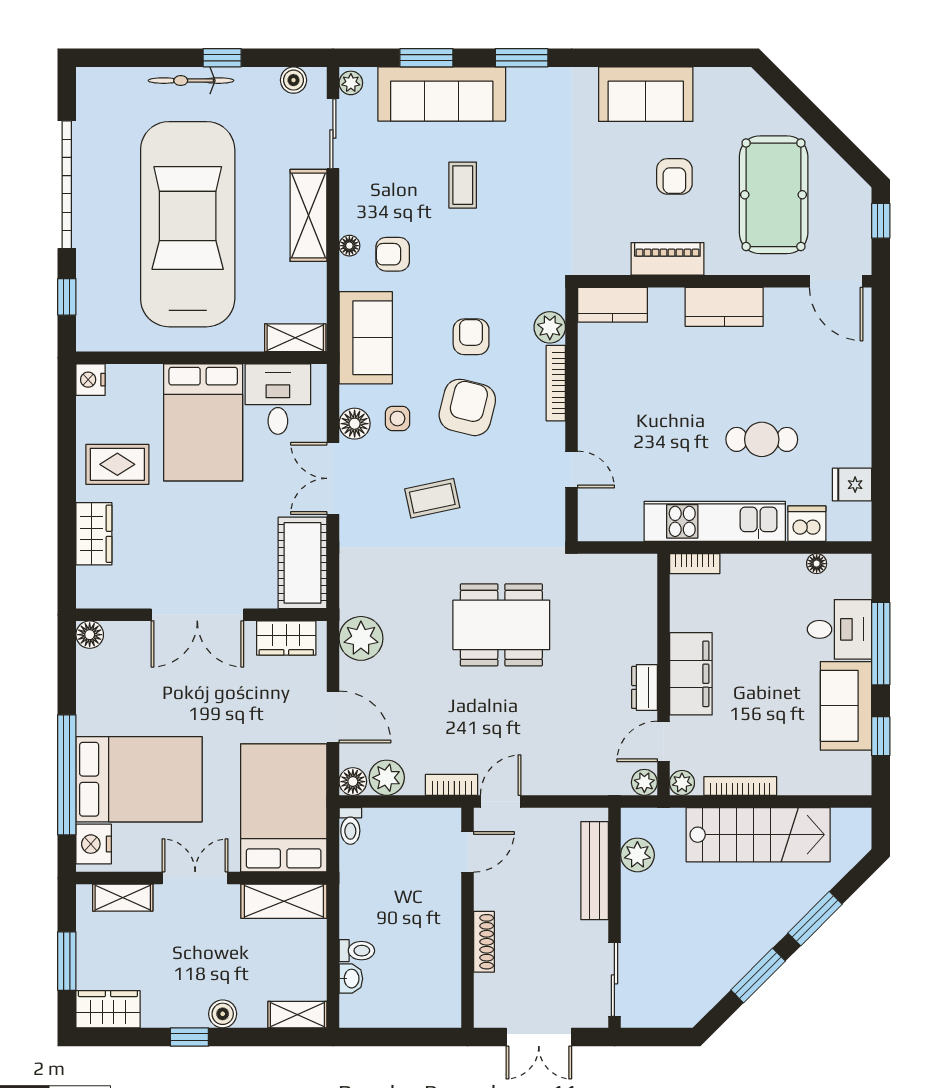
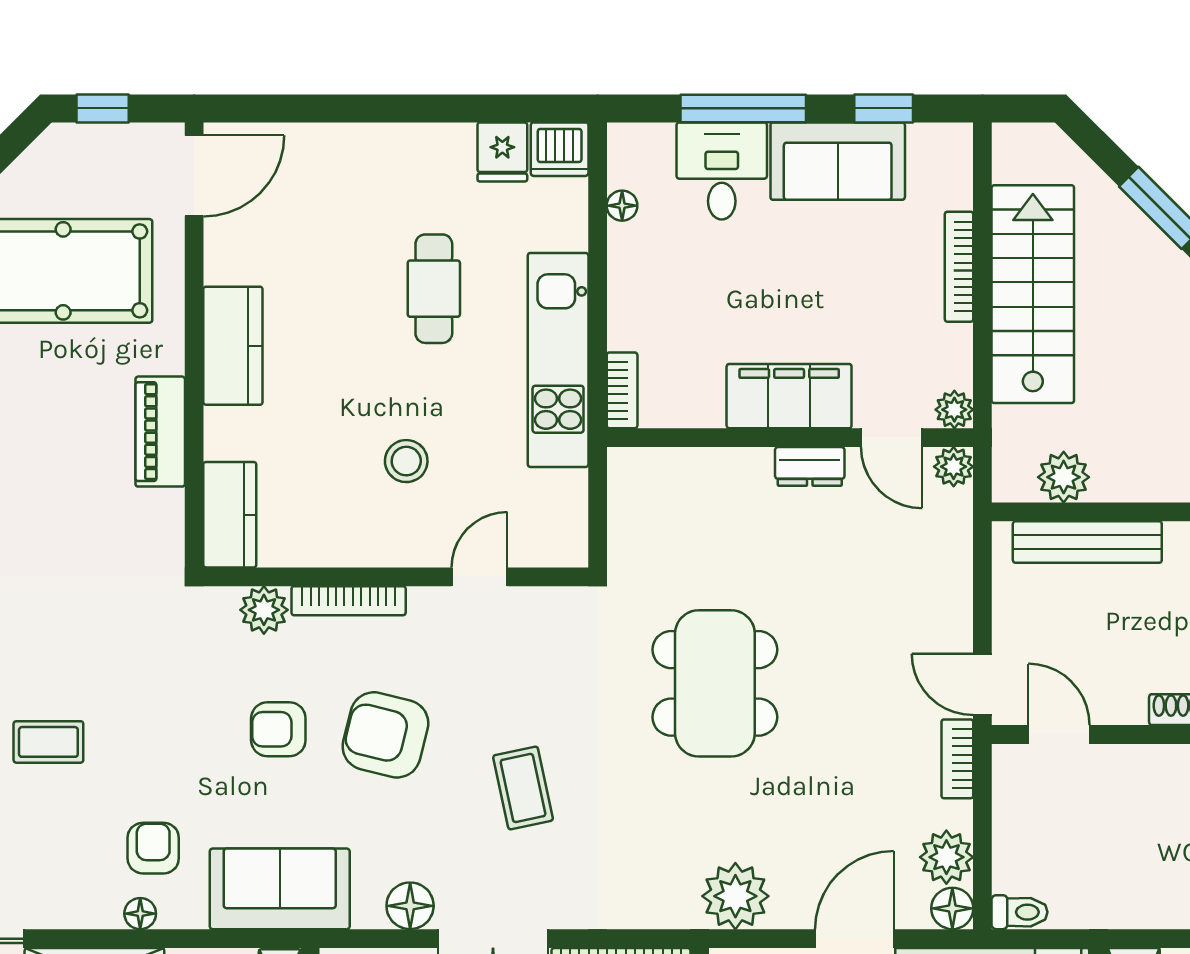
armchair: (674, 176) -> (35, 421), removed
armchair: (393, 254) -> (153, 848), turned 180
side table: (397, 418) -> (402, 841), removed
stool: (648, 421) -> (406, 461), added
dishwasher: (807, 524) -> (560, 149), moved, turned -90
bookcase: (740, 786) -> (959, 267), moved

